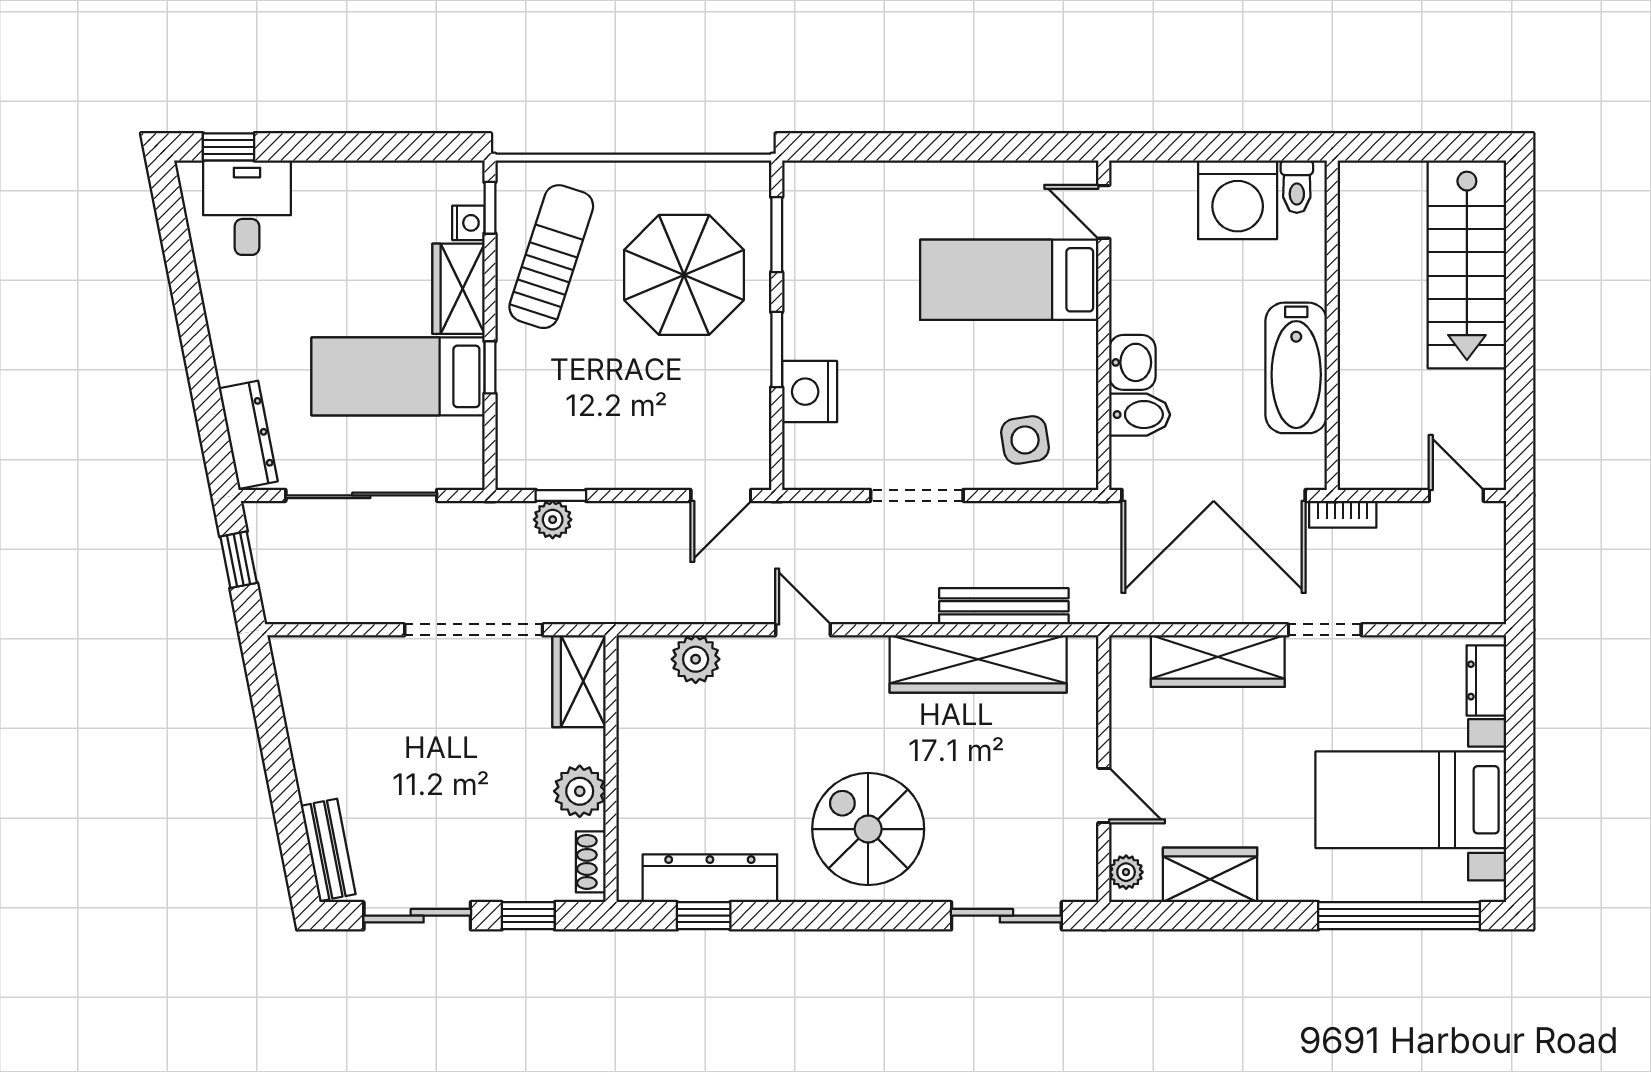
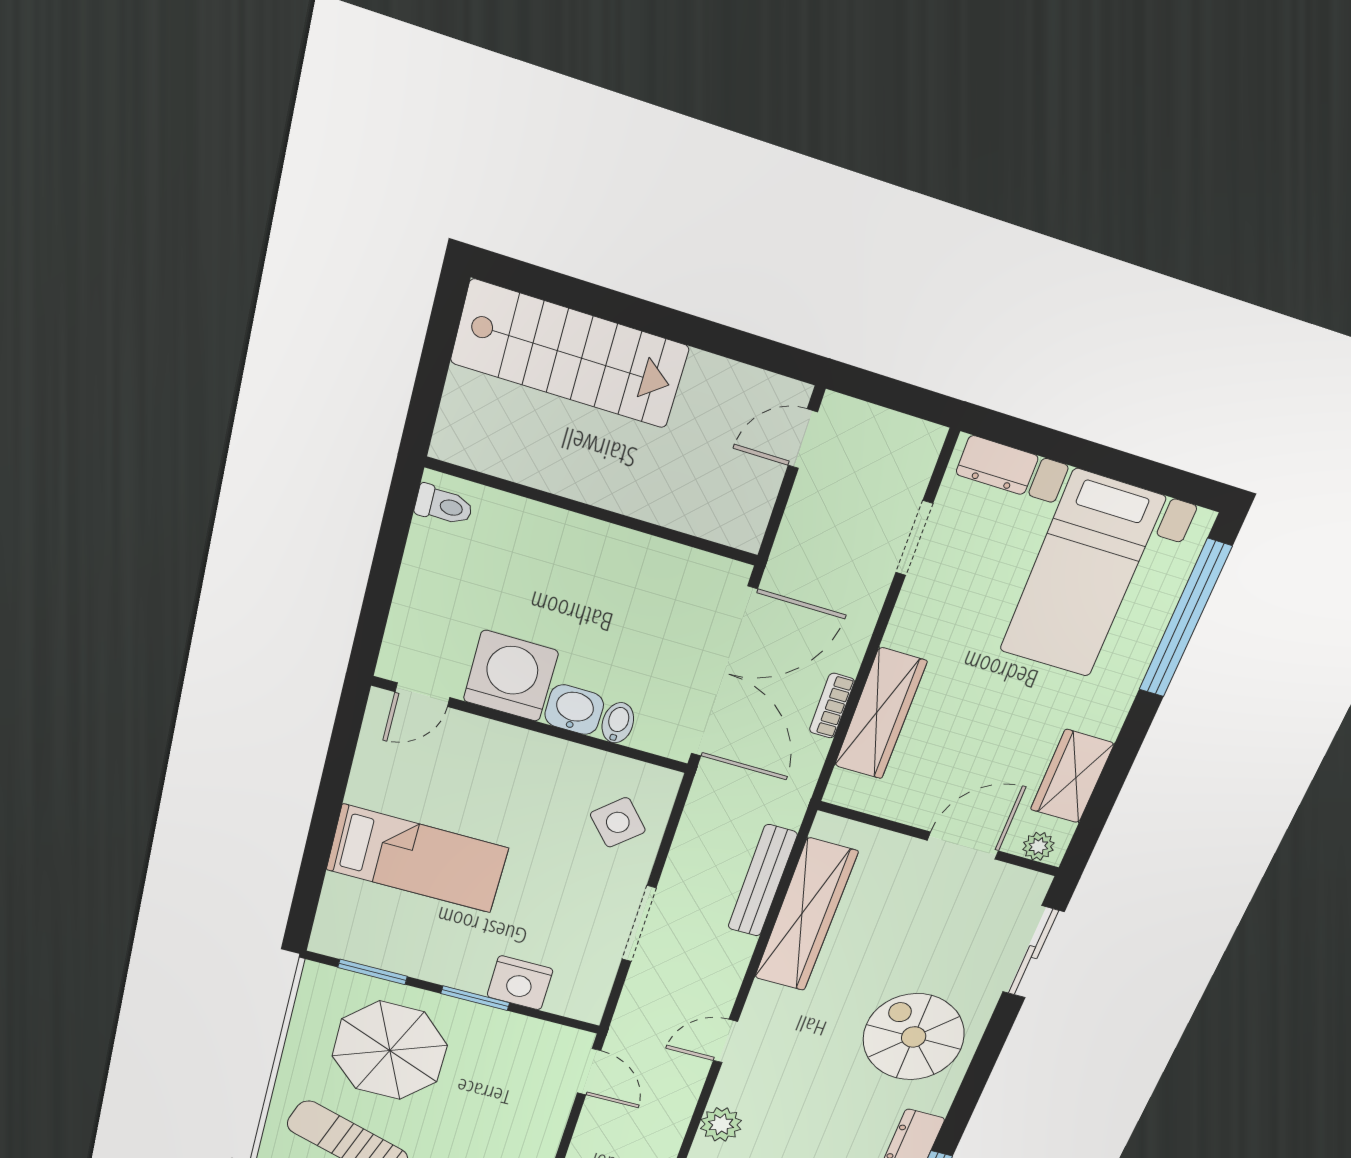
washing machine: (1238, 200) -> (511, 676), moved, turned -90
bed: (1009, 280) -> (417, 859), moved, turned -90
bathtub: (1296, 368) -> (625, 560), removed
bidet: (1140, 415) -> (618, 723), width x0.72, depth x0.74
side table: (1025, 440) -> (618, 822), turned -33
bookcase: (1343, 514) -> (832, 706), moved, turned 180
doorway: (1325, 630) -> (914, 538), moved
door: (1104, 795) -> (963, 846), width x1.38
spiral stairs: (868, 829) -> (914, 1037), turned 90

